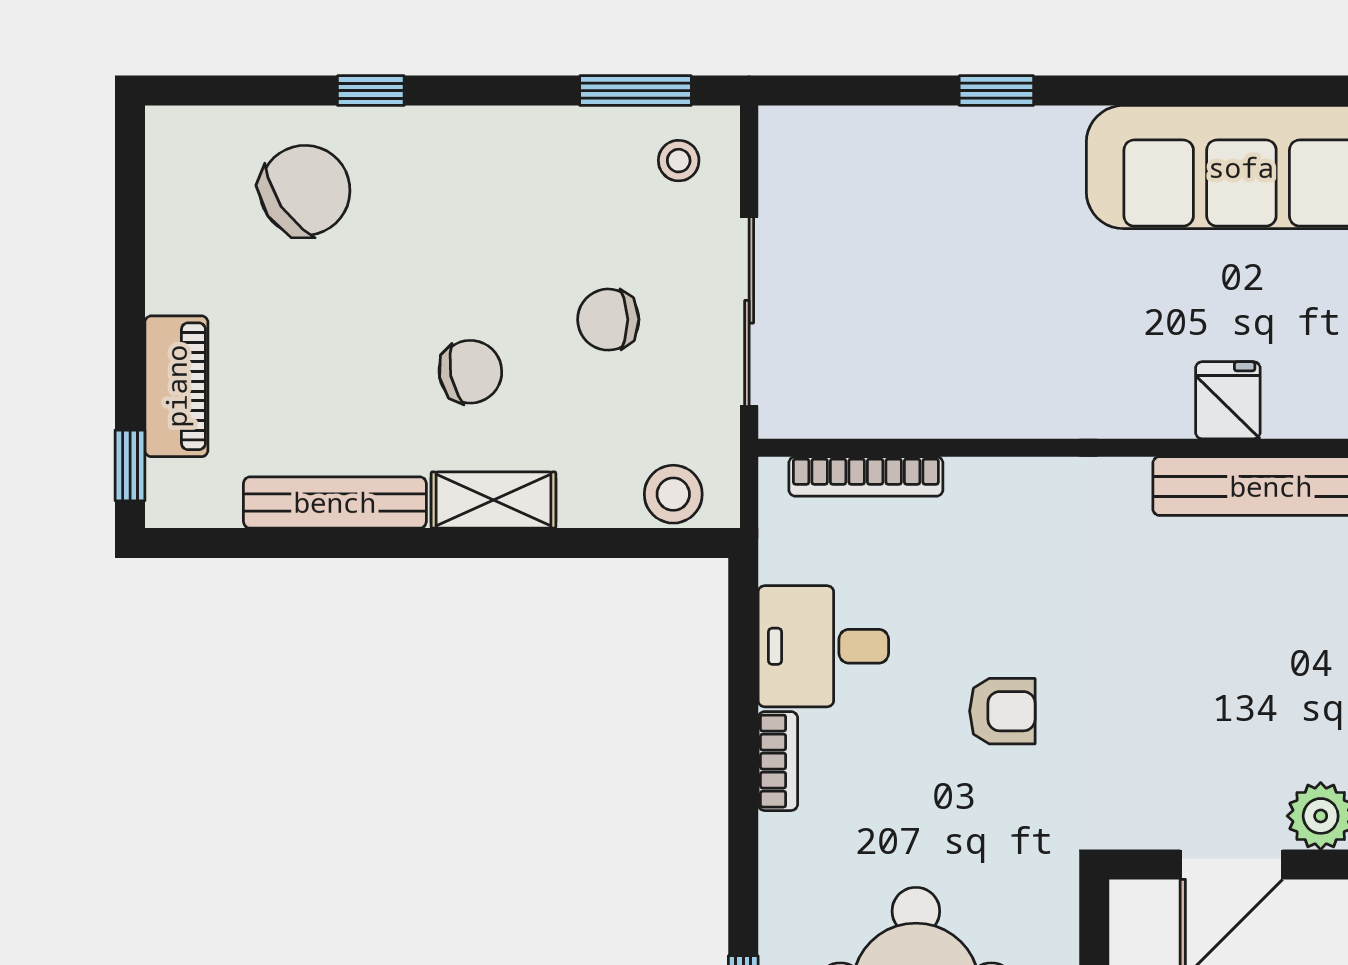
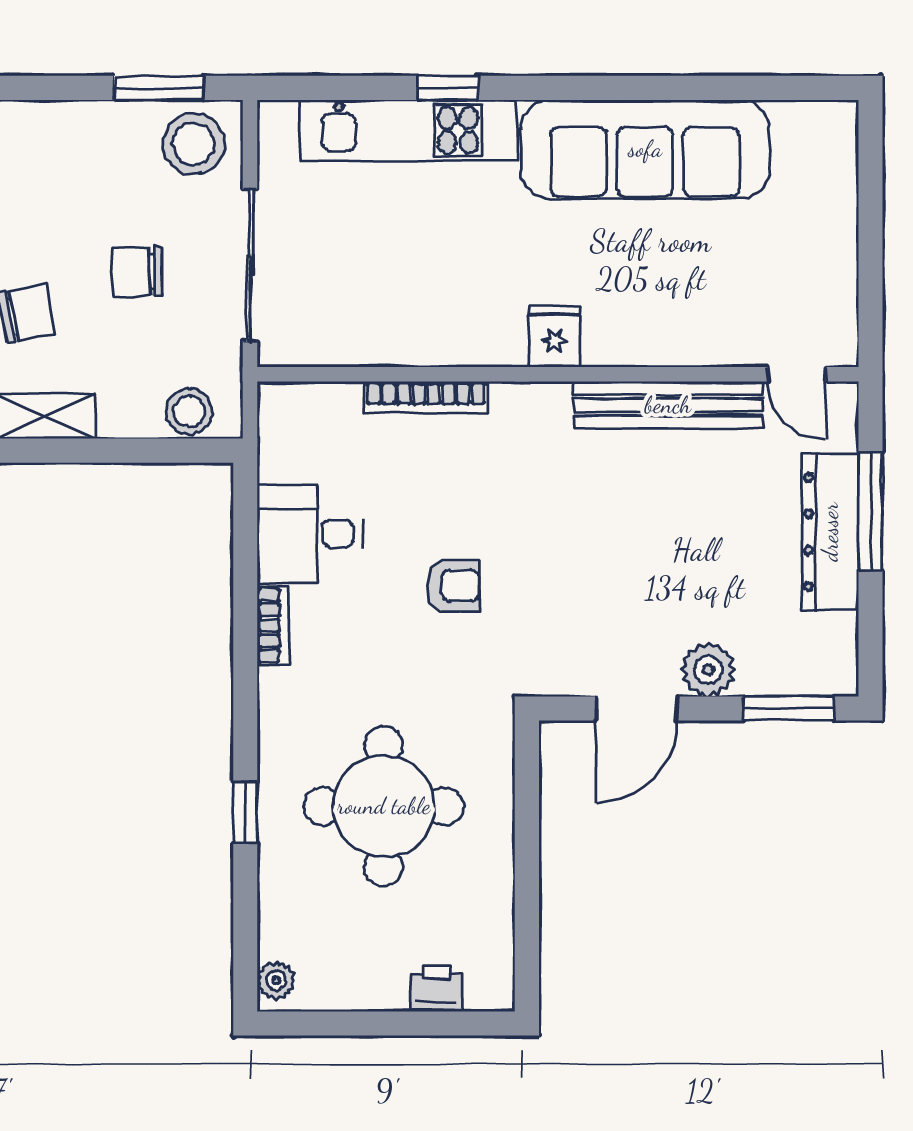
kitchen unit: (946, 144) -> (408, 130), added
stool: (679, 161) -> (193, 144), width x1.89, depth x1.89
fridge: (1228, 400) -> (554, 336), moved
bookcase: (866, 476) -> (426, 397), moved

